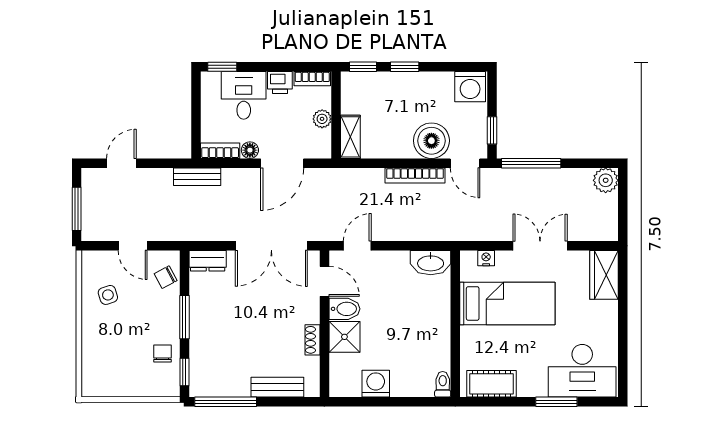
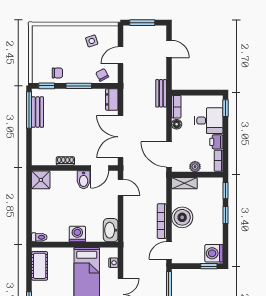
window: (492, 130) -> (209, 266), moved
boiler: (431, 141) -> (182, 217), moved
door: (282, 163) -> (169, 154), moved
shower: (344, 337) -> (41, 180), moved
washing machine: (376, 384) -> (77, 234), moved, turned -90
bench: (277, 387) -> (38, 112), moved

